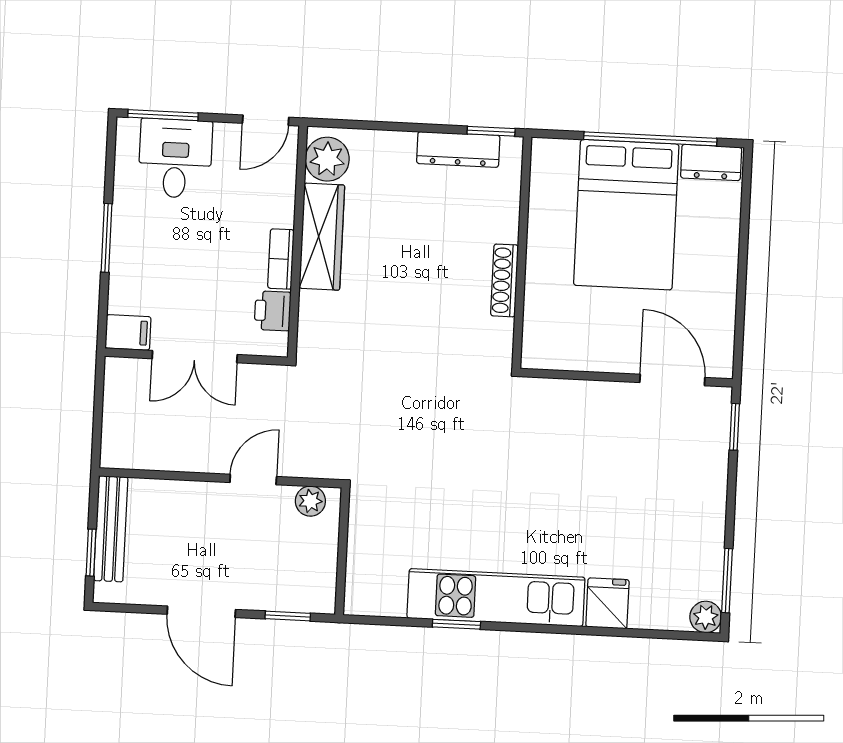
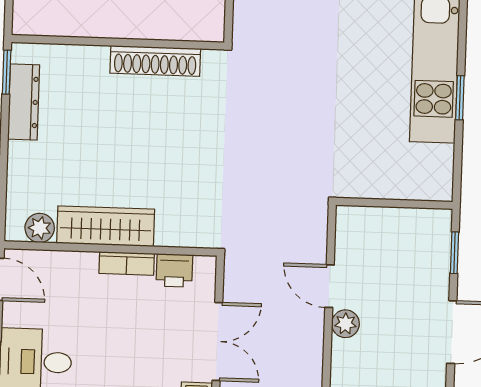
plant: (327, 159) -> (40, 228), width x0.73, depth x0.73
shoe rack: (504, 280) -> (155, 61), width x1.36, depth x1.24
plant: (310, 501) -> (345, 324), moved

